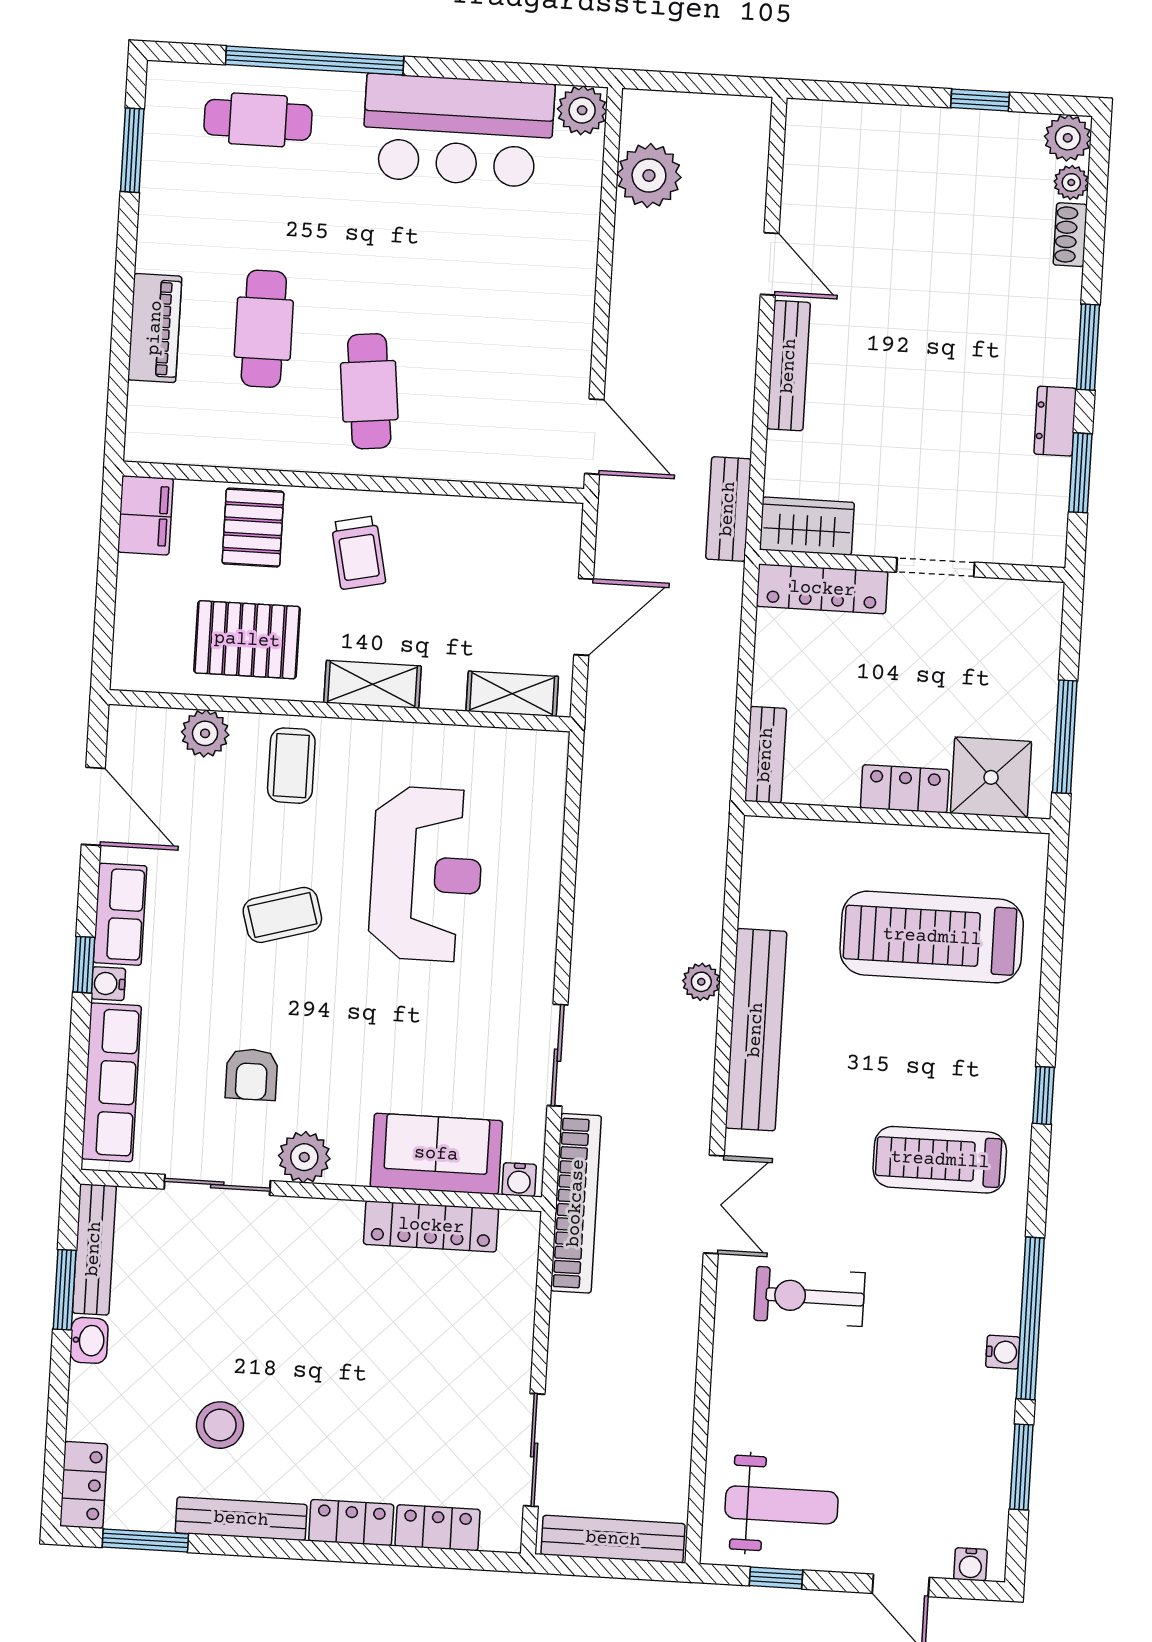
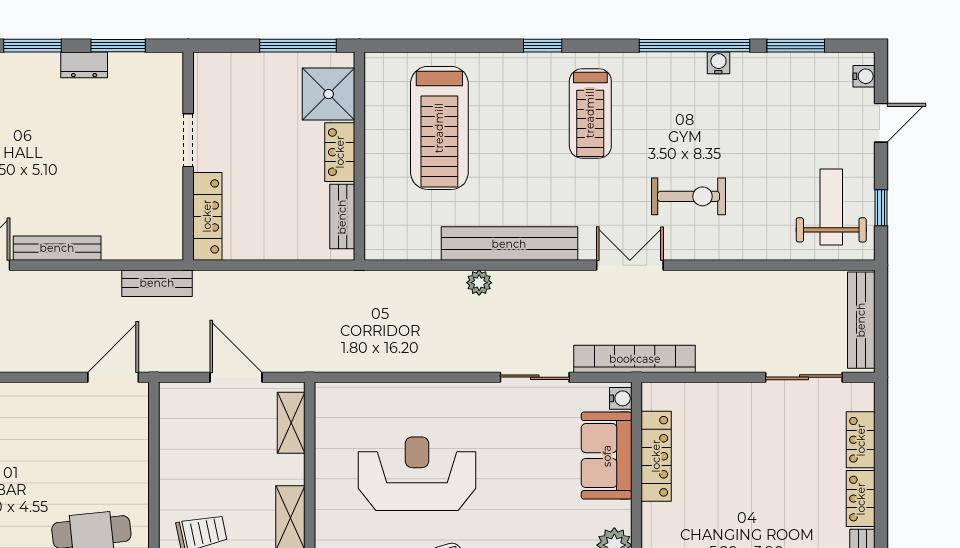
wardrobe: (807, 526) -> (165, 229), removed
bench: (766, 755) -> (342, 217), moved, turned 90
exercise bike: (810, 1297) -> (689, 196), turned -90

